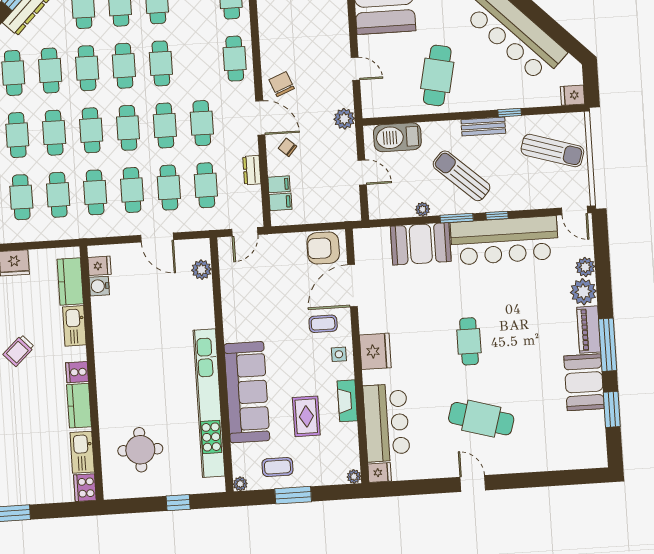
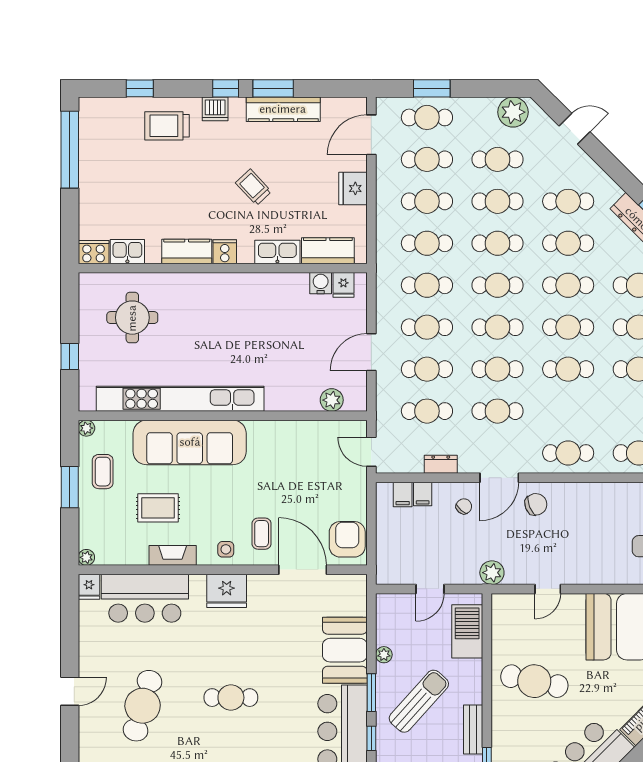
kitchen sink: (82, 452) -> (127, 252), width x0.73

